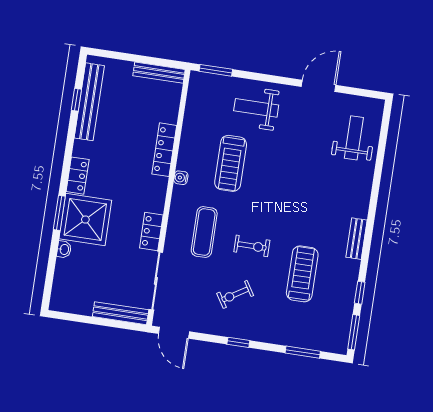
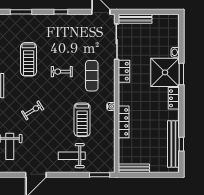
weight bench: (256, 108) -> (72, 156), turned 180
treadmill: (231, 163) -> (82, 120), turned 180
exercise bike: (235, 294) -> (33, 110), moved

